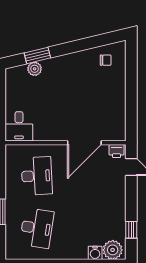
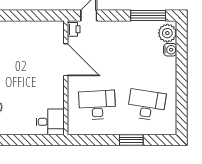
window: (131, 230) -> (148, 15), width x2.17

